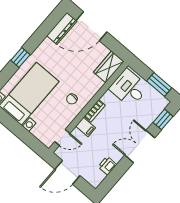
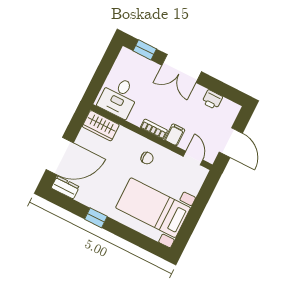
door: (91, 26) -> (60, 156), hinge flipped
dresser: (61, 28) -> (65, 187), width x0.70
window: (20, 58) -> (96, 218), moved
window: (159, 84) -> (106, 64), removed

